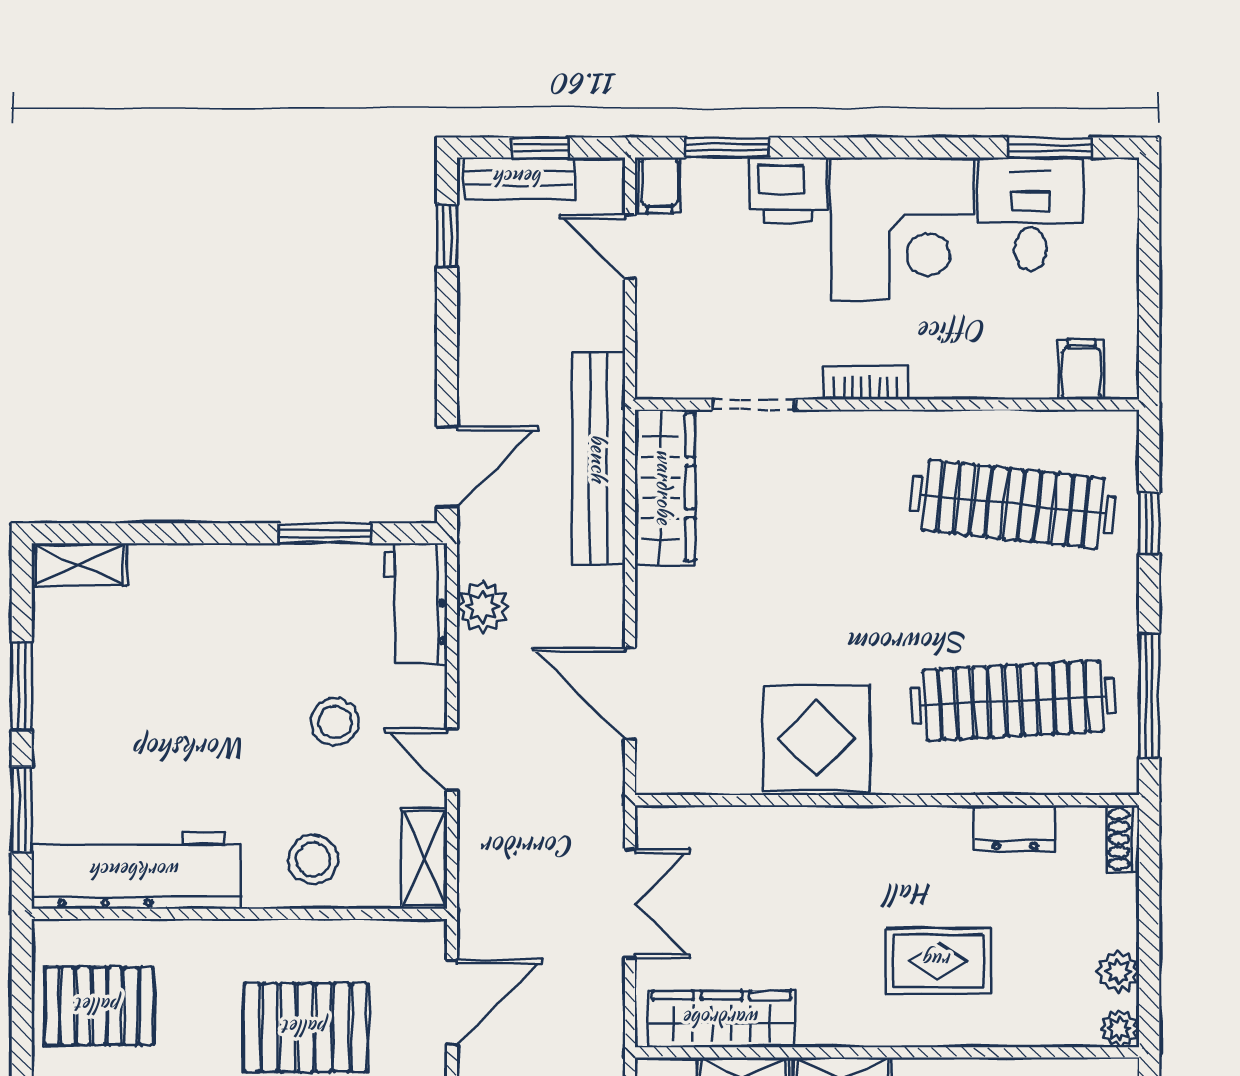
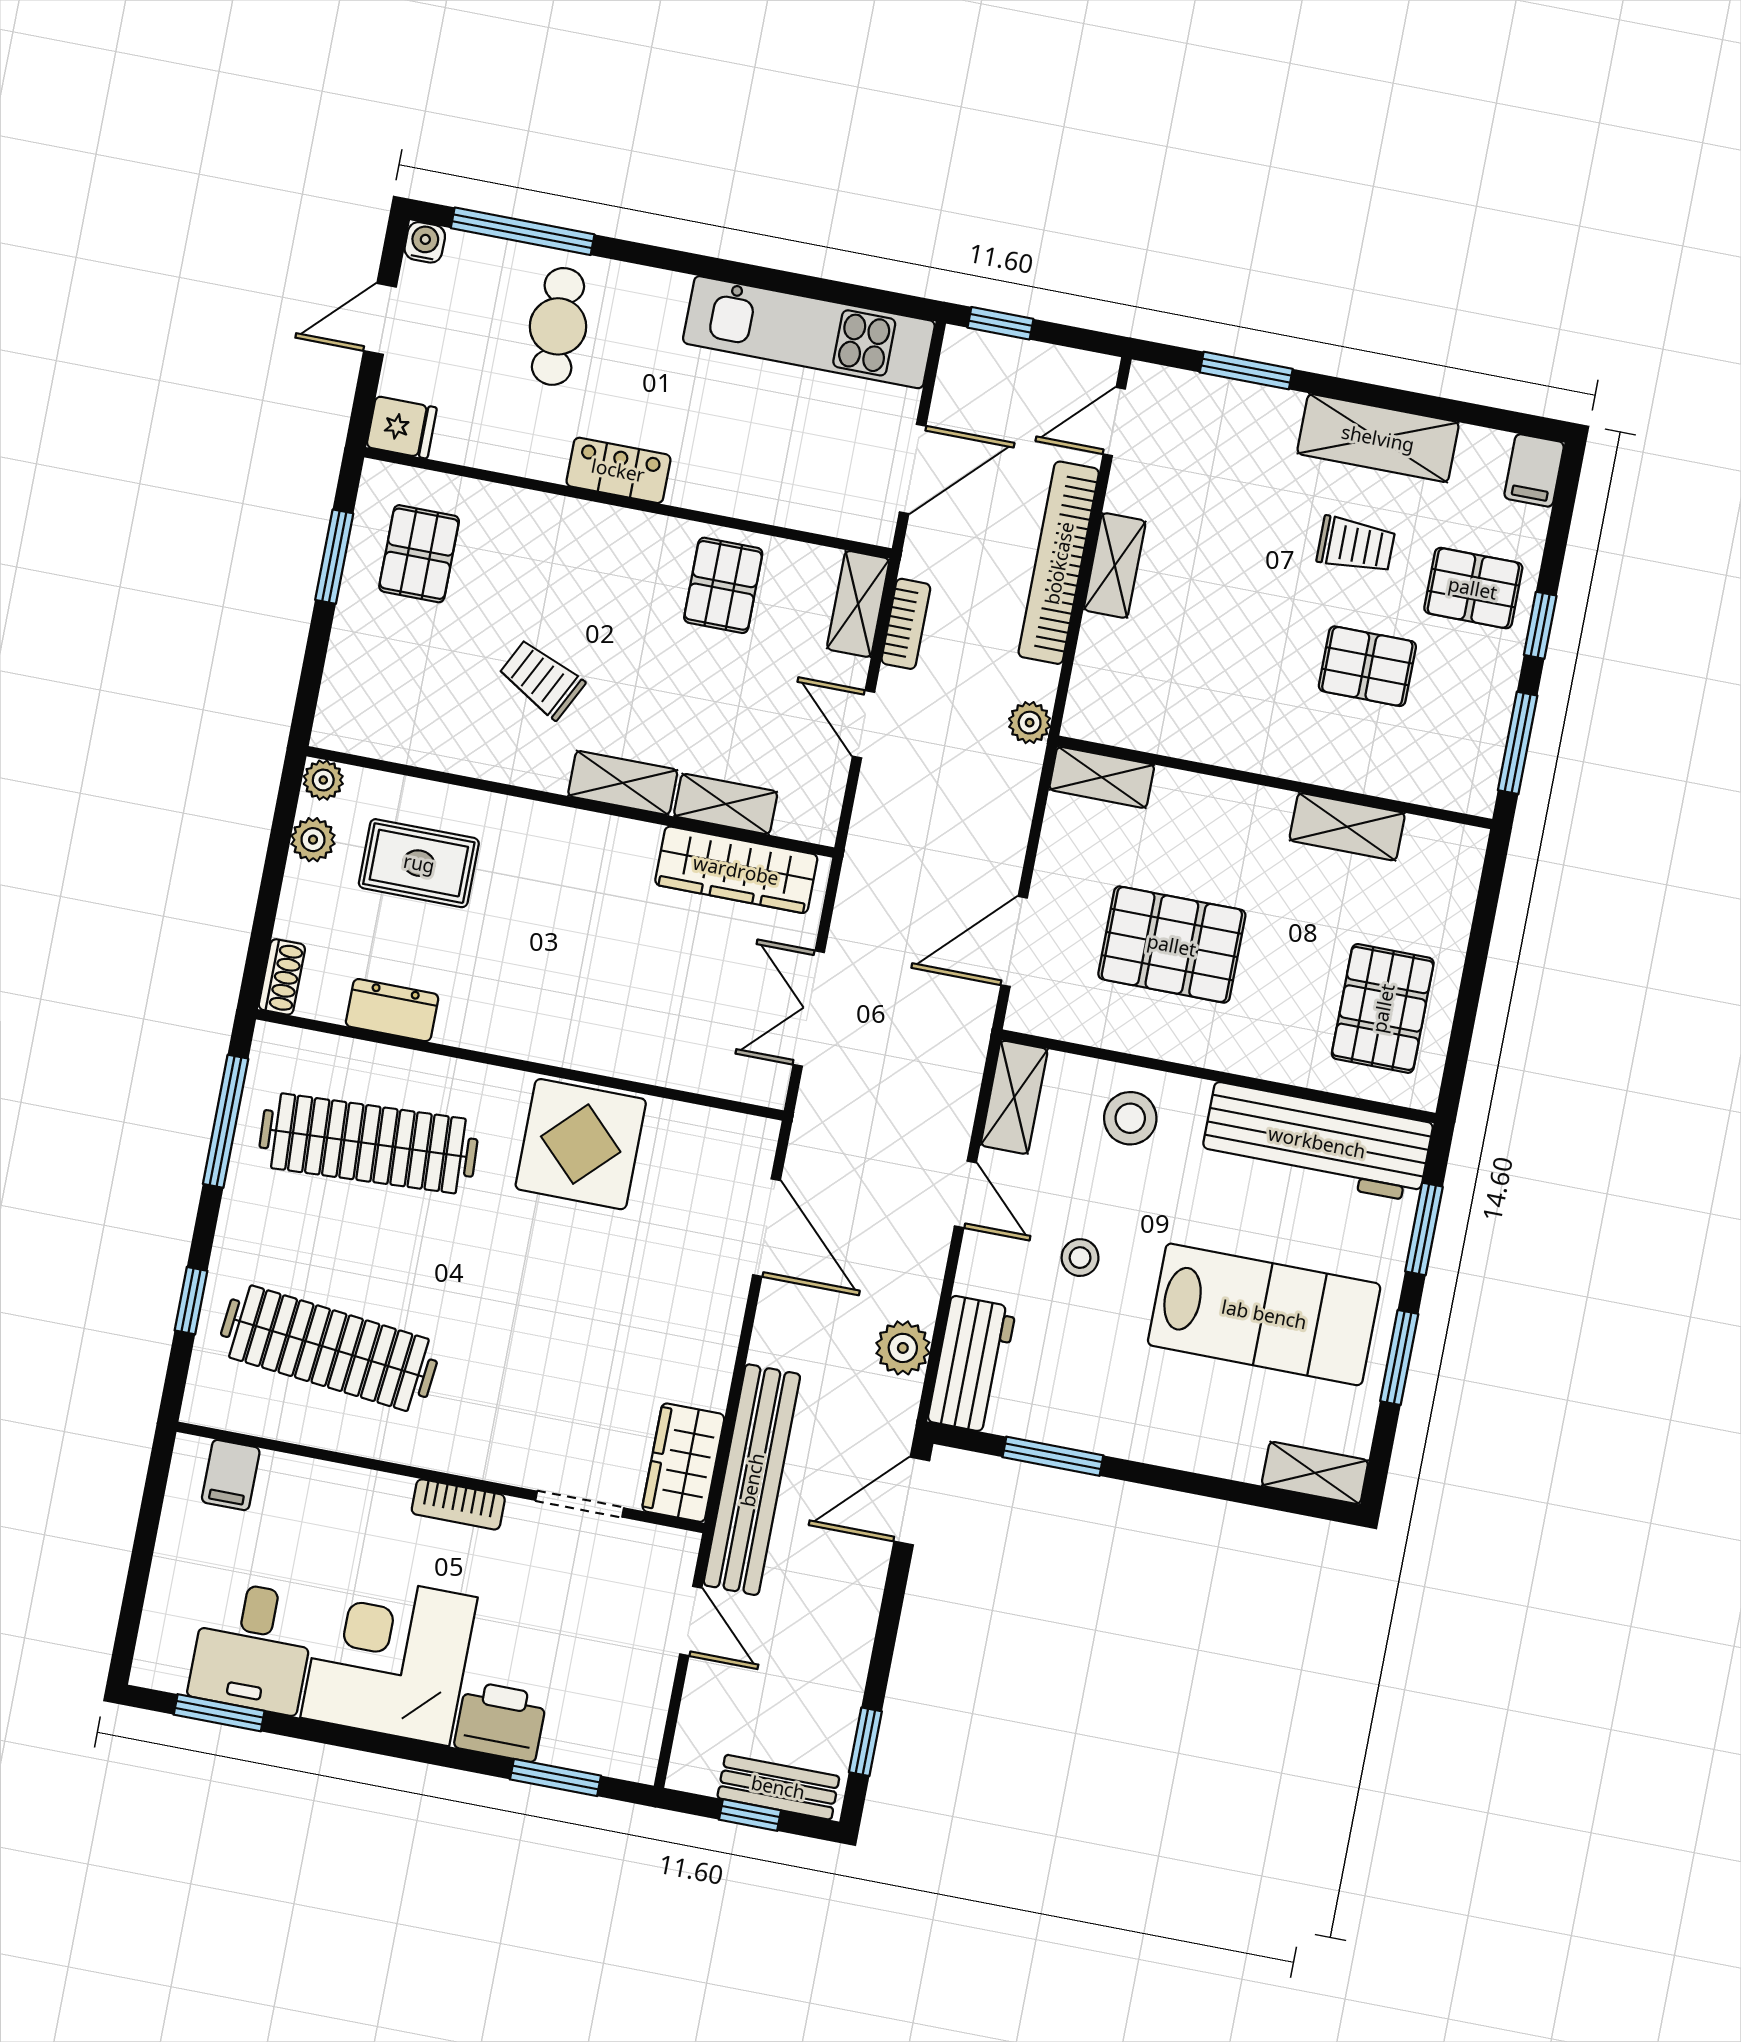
filing cabinet: (660, 185) -> (634, 1752), removed
door: (630, 247) -> (691, 1621), moved
wardrobe: (665, 487) -> (683, 1463), width x0.67
lab bench: (154, 702) -> (1264, 1314), added
stool: (335, 722) -> (1080, 1258), width x0.73, depth x0.73
rug: (938, 961) -> (419, 863), moved
pallet: (99, 1006) -> (1383, 1008), turned 90

